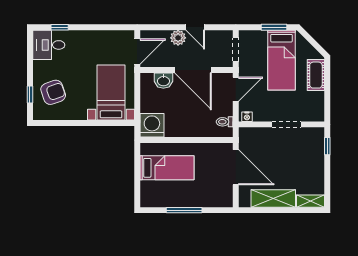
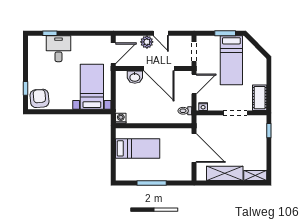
desk: (49, 45) -> (58, 49), moved, turned 90
cot: (316, 75) -> (260, 98), moved
armchair: (53, 92) -> (39, 98), moved, turned -76
washing machine: (152, 125) -> (121, 118), width x0.53, depth x0.53

